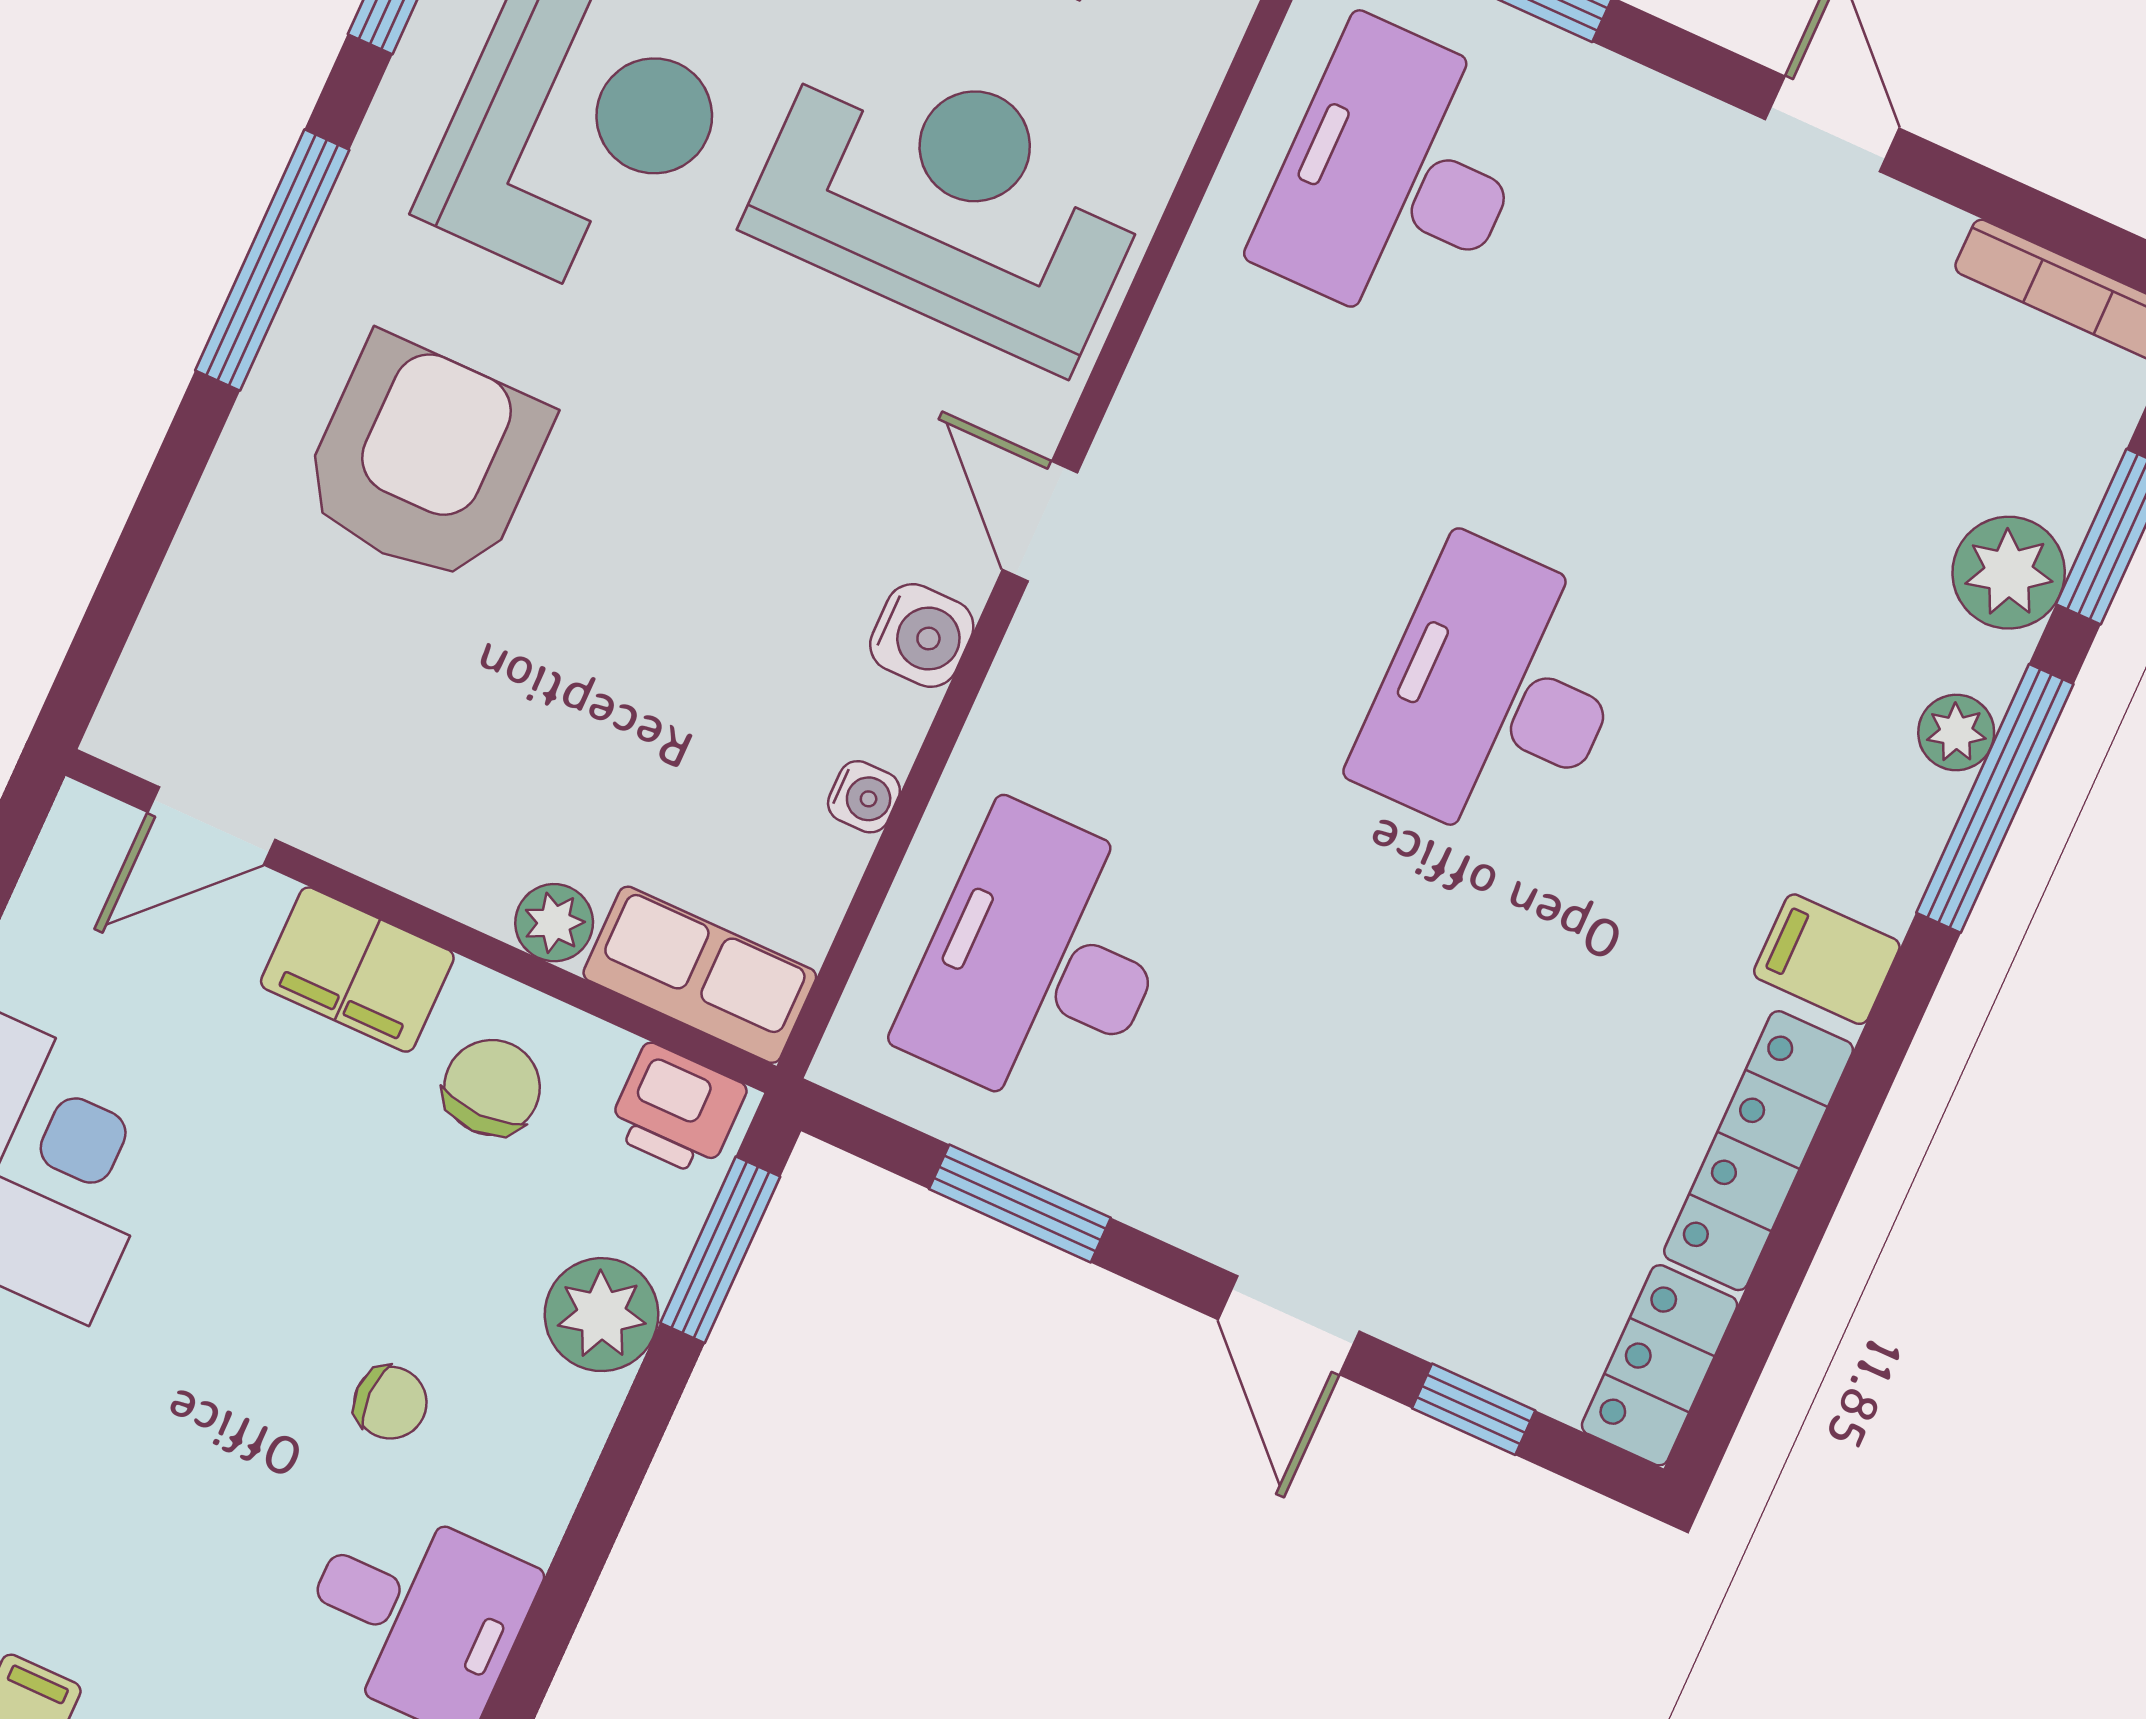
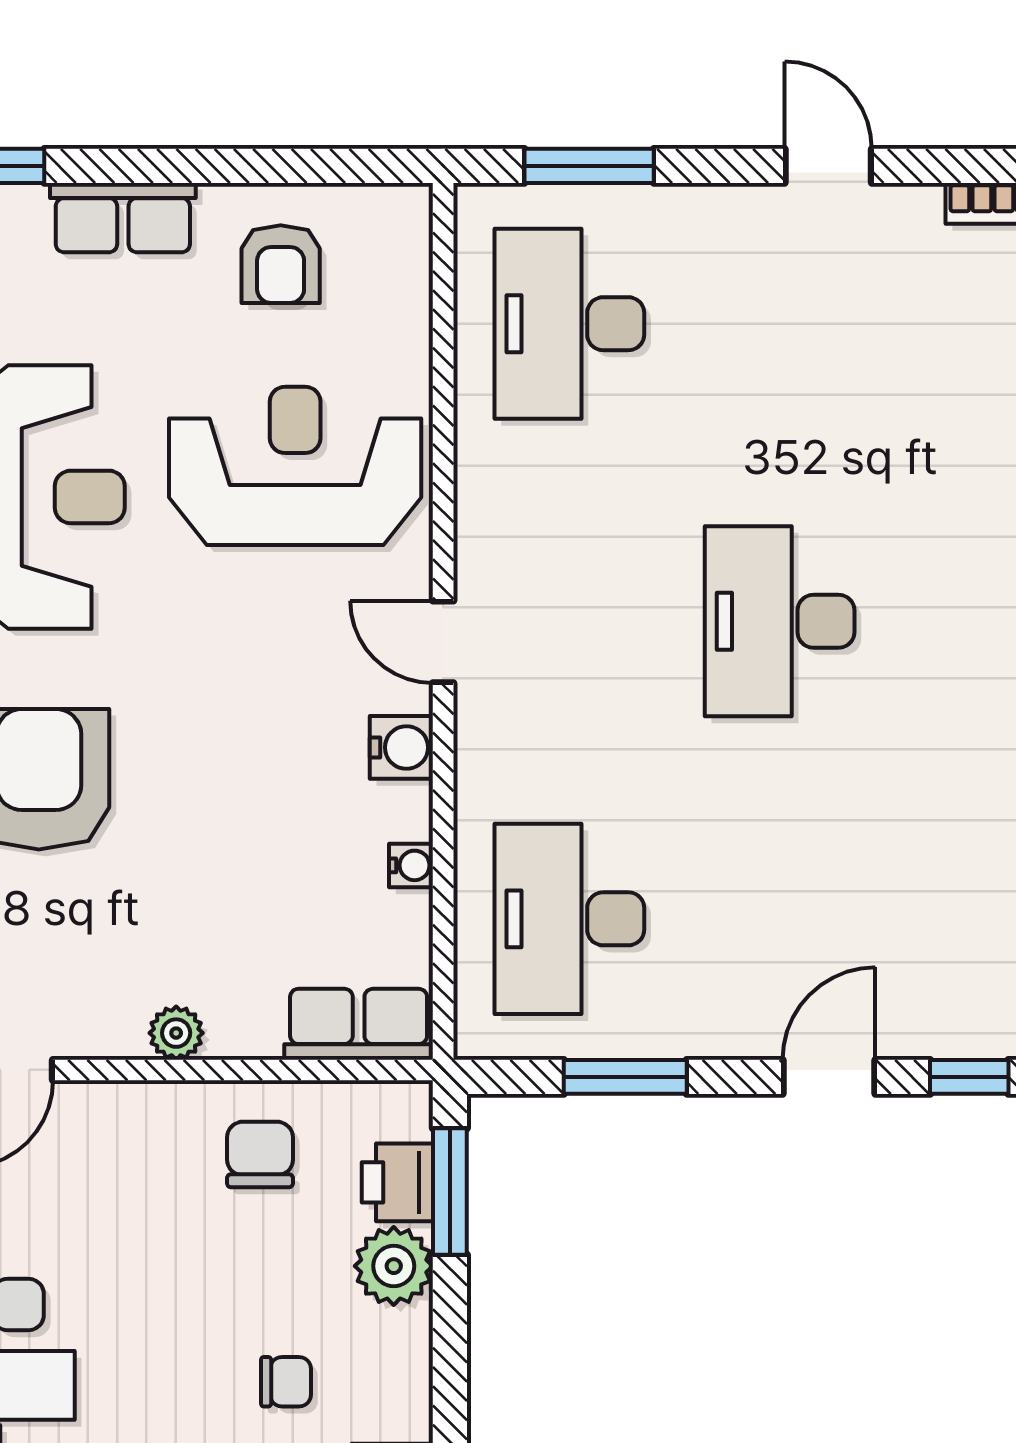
plant: (554, 923) -> (176, 1033), moved
filing cabinet: (357, 970) -> (142, 1119), removed
printer: (677, 1110) -> (397, 1182), moved, turned 90
door: (1289, 1325) -> (829, 1077), swing flipped

